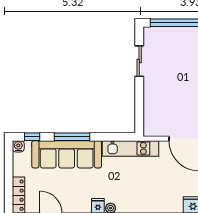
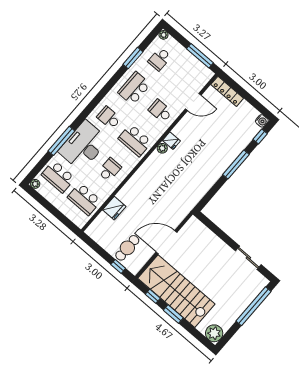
kitchen unit: (130, 148) -> (192, 199), removed
sofa: (67, 154) -> (227, 150), removed

